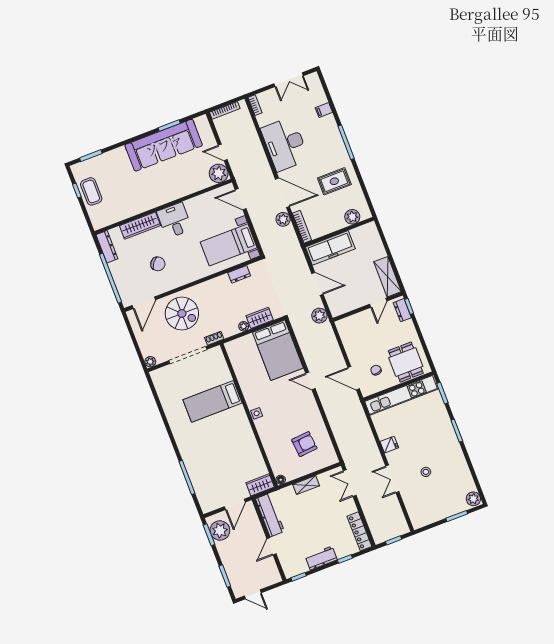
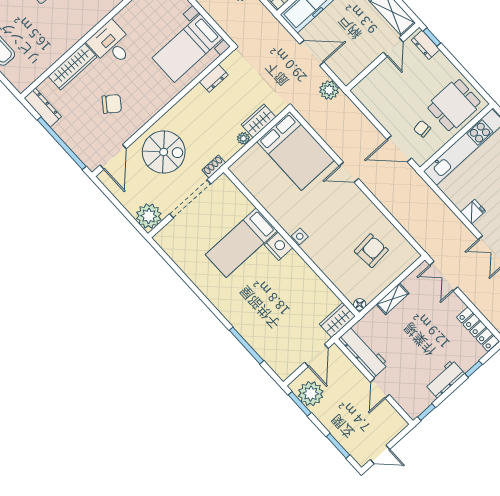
plant: (150, 362) -> (149, 216), width x1.88, depth x1.88
dining table: (406, 362) -> (454, 105), turned 90
nightstand: (238, 415) -> (279, 246), added

